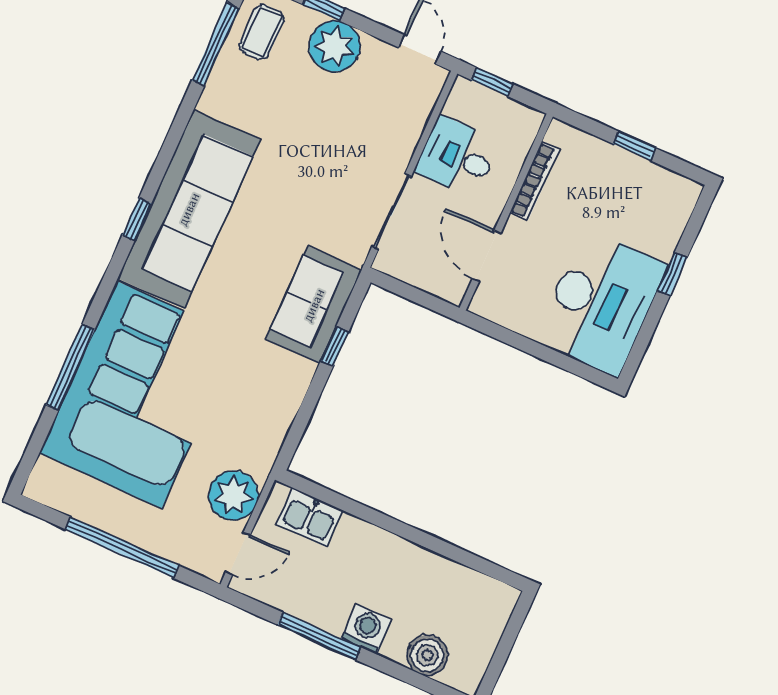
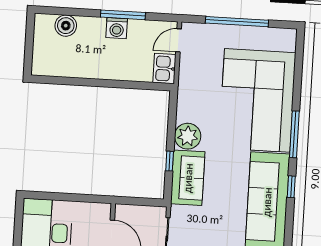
window: (70, 367) -> (294, 134), moved
plant: (233, 496) -> (188, 136), moved
kitchen sink: (310, 517) -> (164, 68), moved, turned -90
washing machine: (366, 629) -> (117, 28), moved

